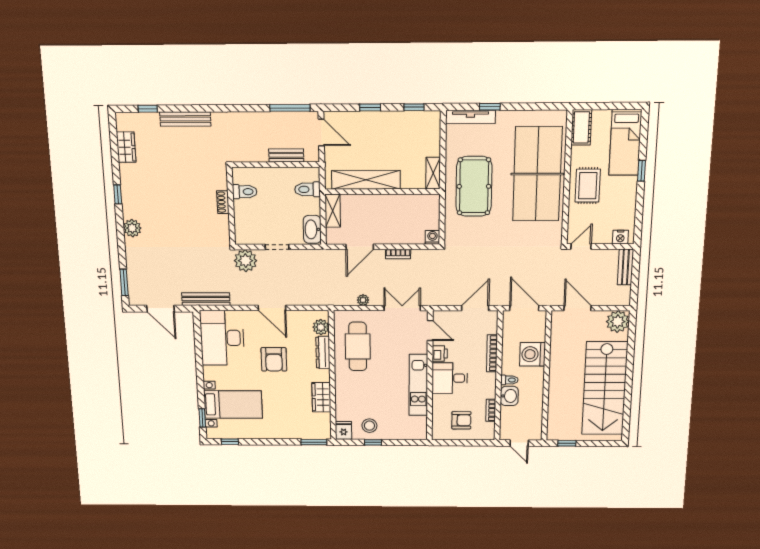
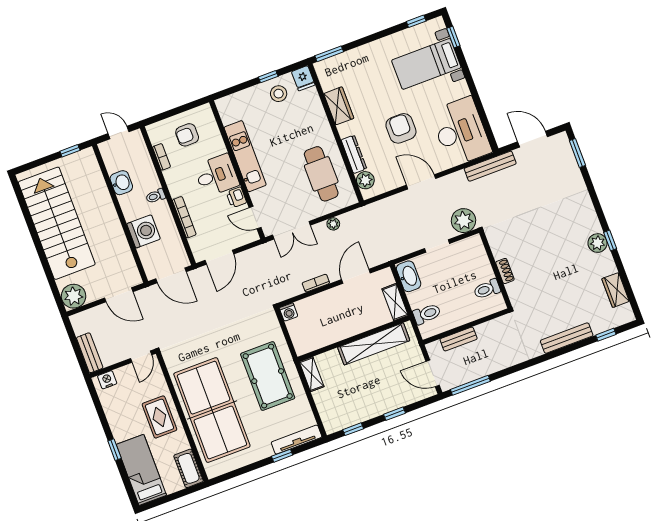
plant: (132, 228) -> (597, 243), moved
washbasin: (509, 396) -> (121, 183), moved, turned 180

